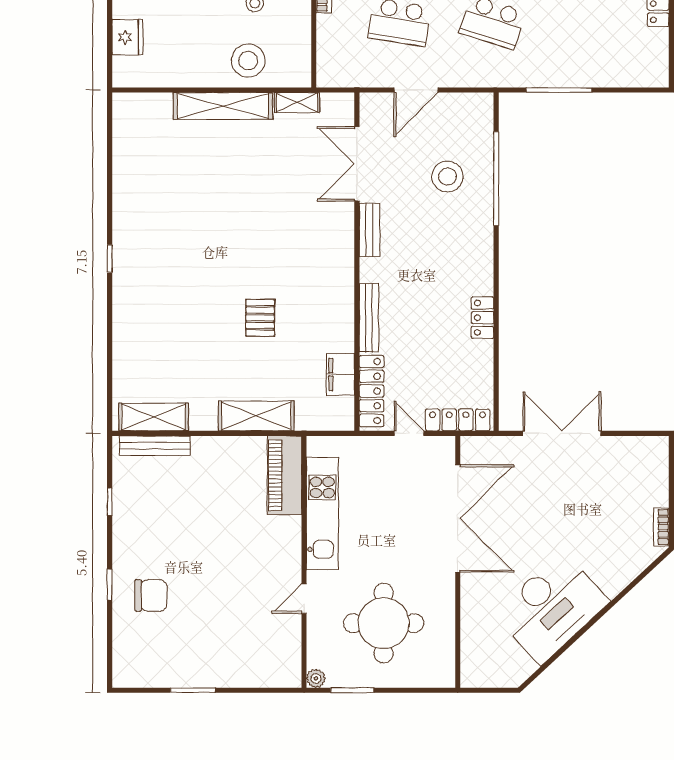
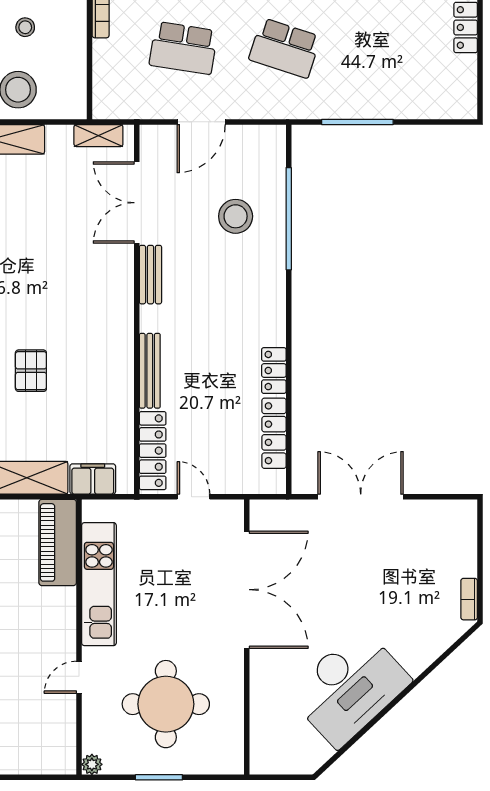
shelving: (297, 103) -> (98, 136), moved
filing cabinet: (341, 374) -> (93, 479), moved, turned 90
locker: (458, 420) -> (274, 433), moved, turned -90
window: (352, 690) -> (159, 777), moved

